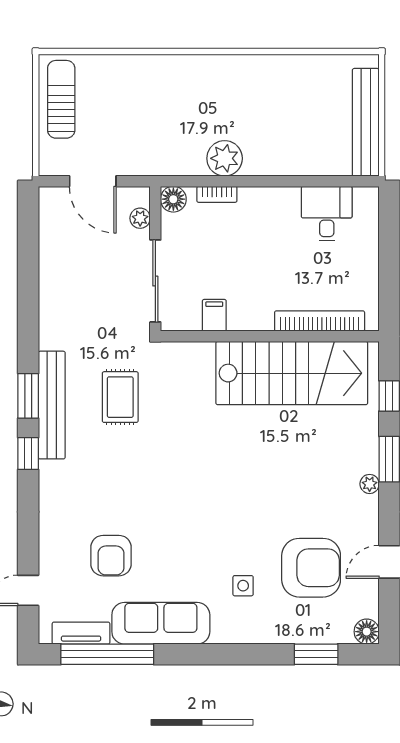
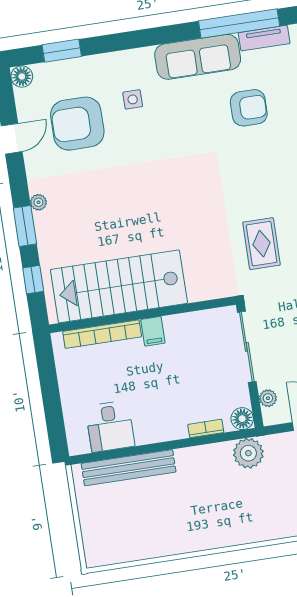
bench: (366, 122) -> (129, 468), moved, turned 90
plant: (225, 158) -> (248, 453), moved
filing cabinet: (214, 315) -> (153, 331), moved
armchair: (111, 556) -> (249, 108), turned 90

